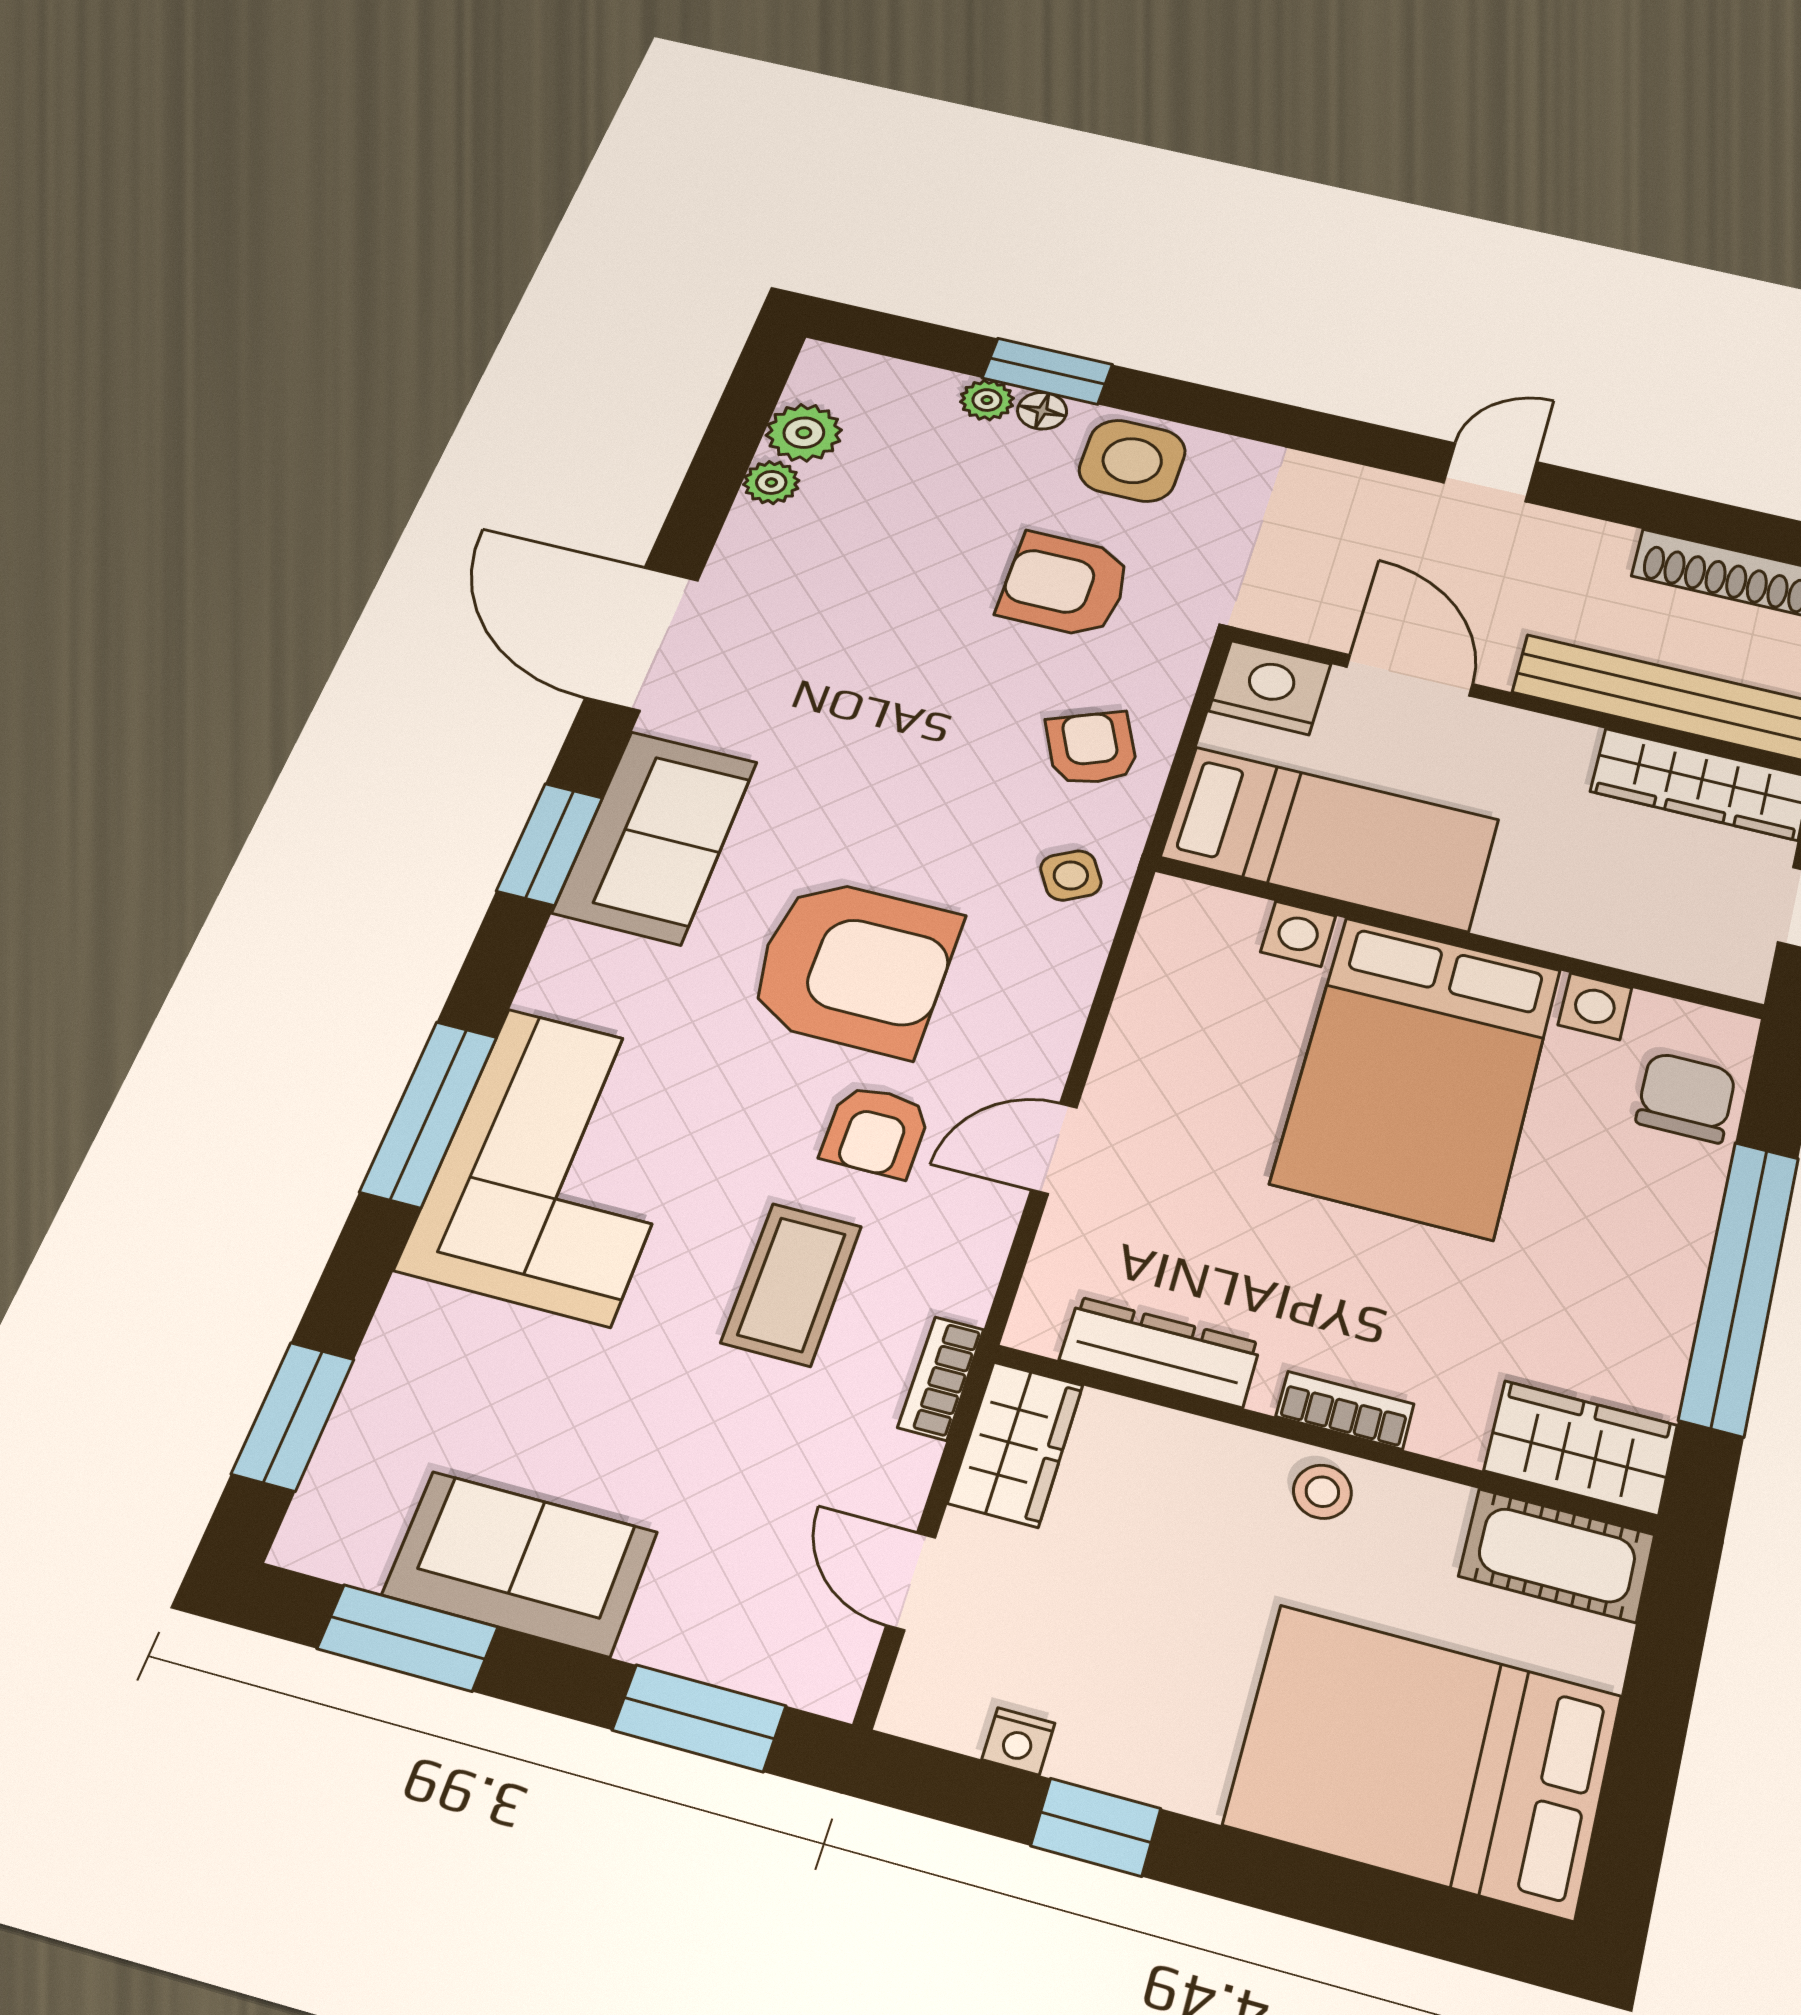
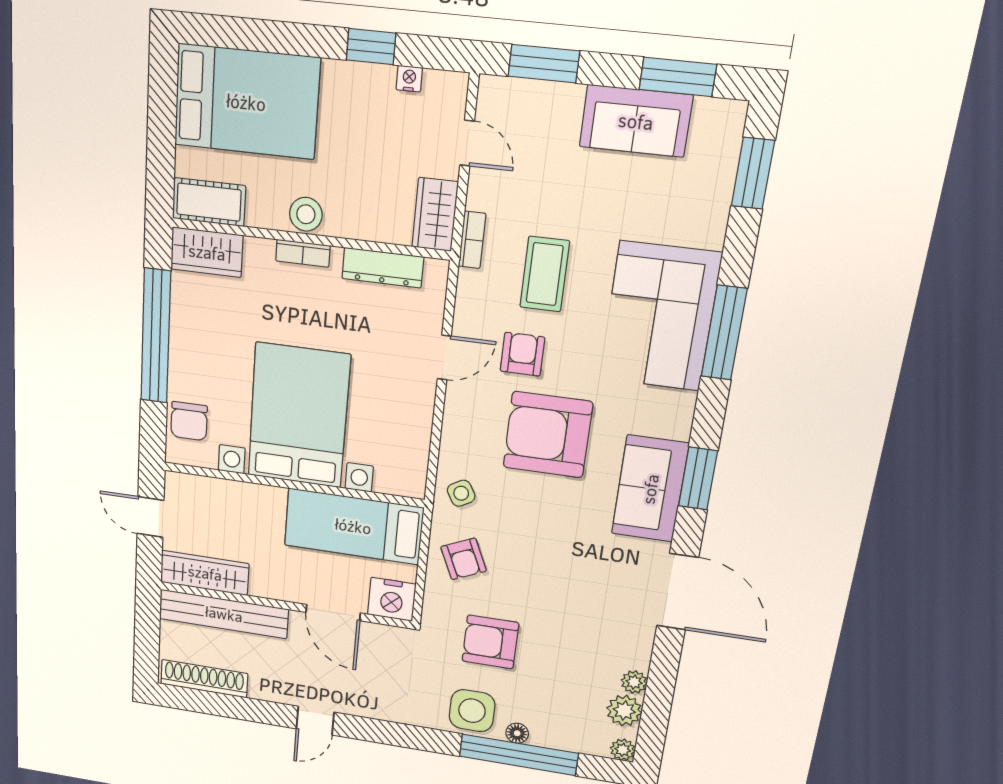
window: (1047, 371) -> (519, 755), width x2.11
plant: (987, 400) -> (623, 750), moved
armchair: (1065, 585) -> (490, 642), turned 180
stool: (1322, 1492) -> (306, 214), width x1.37, depth x1.37

